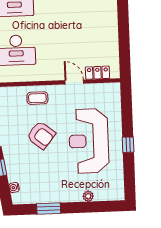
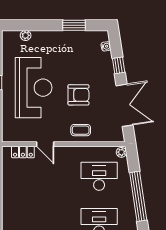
armchair: (41, 135) -> (78, 95), turned 141
plant: (88, 196) -> (26, 35), moved

